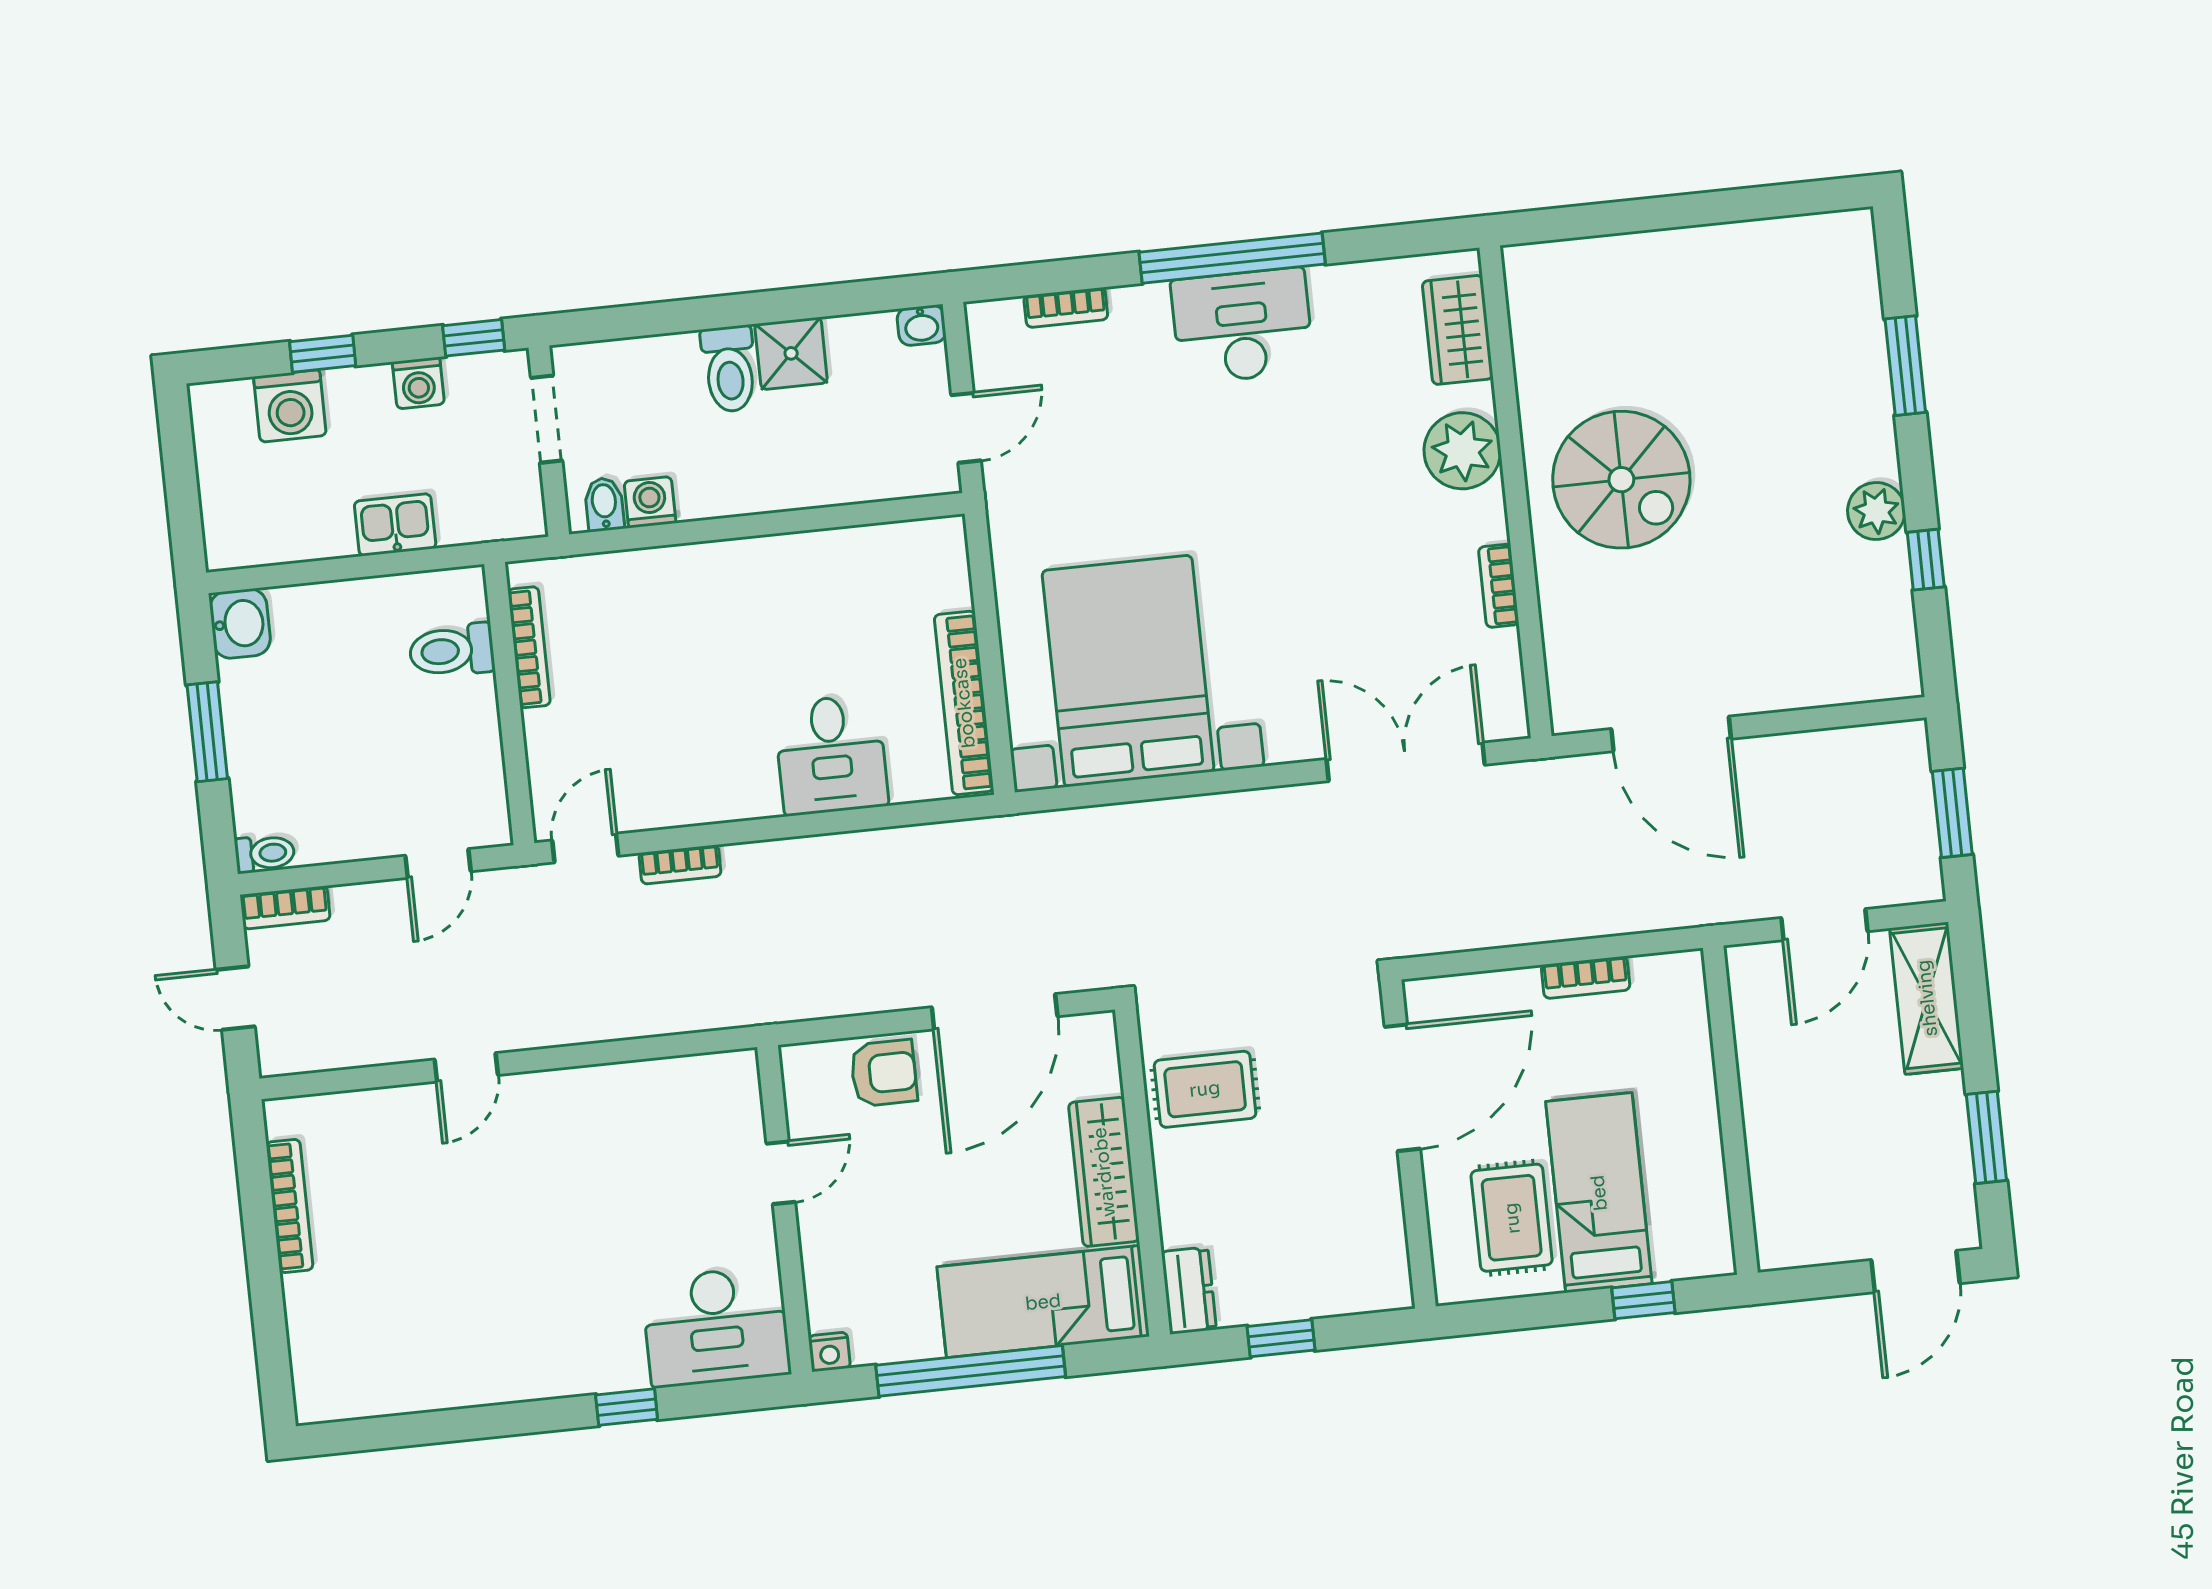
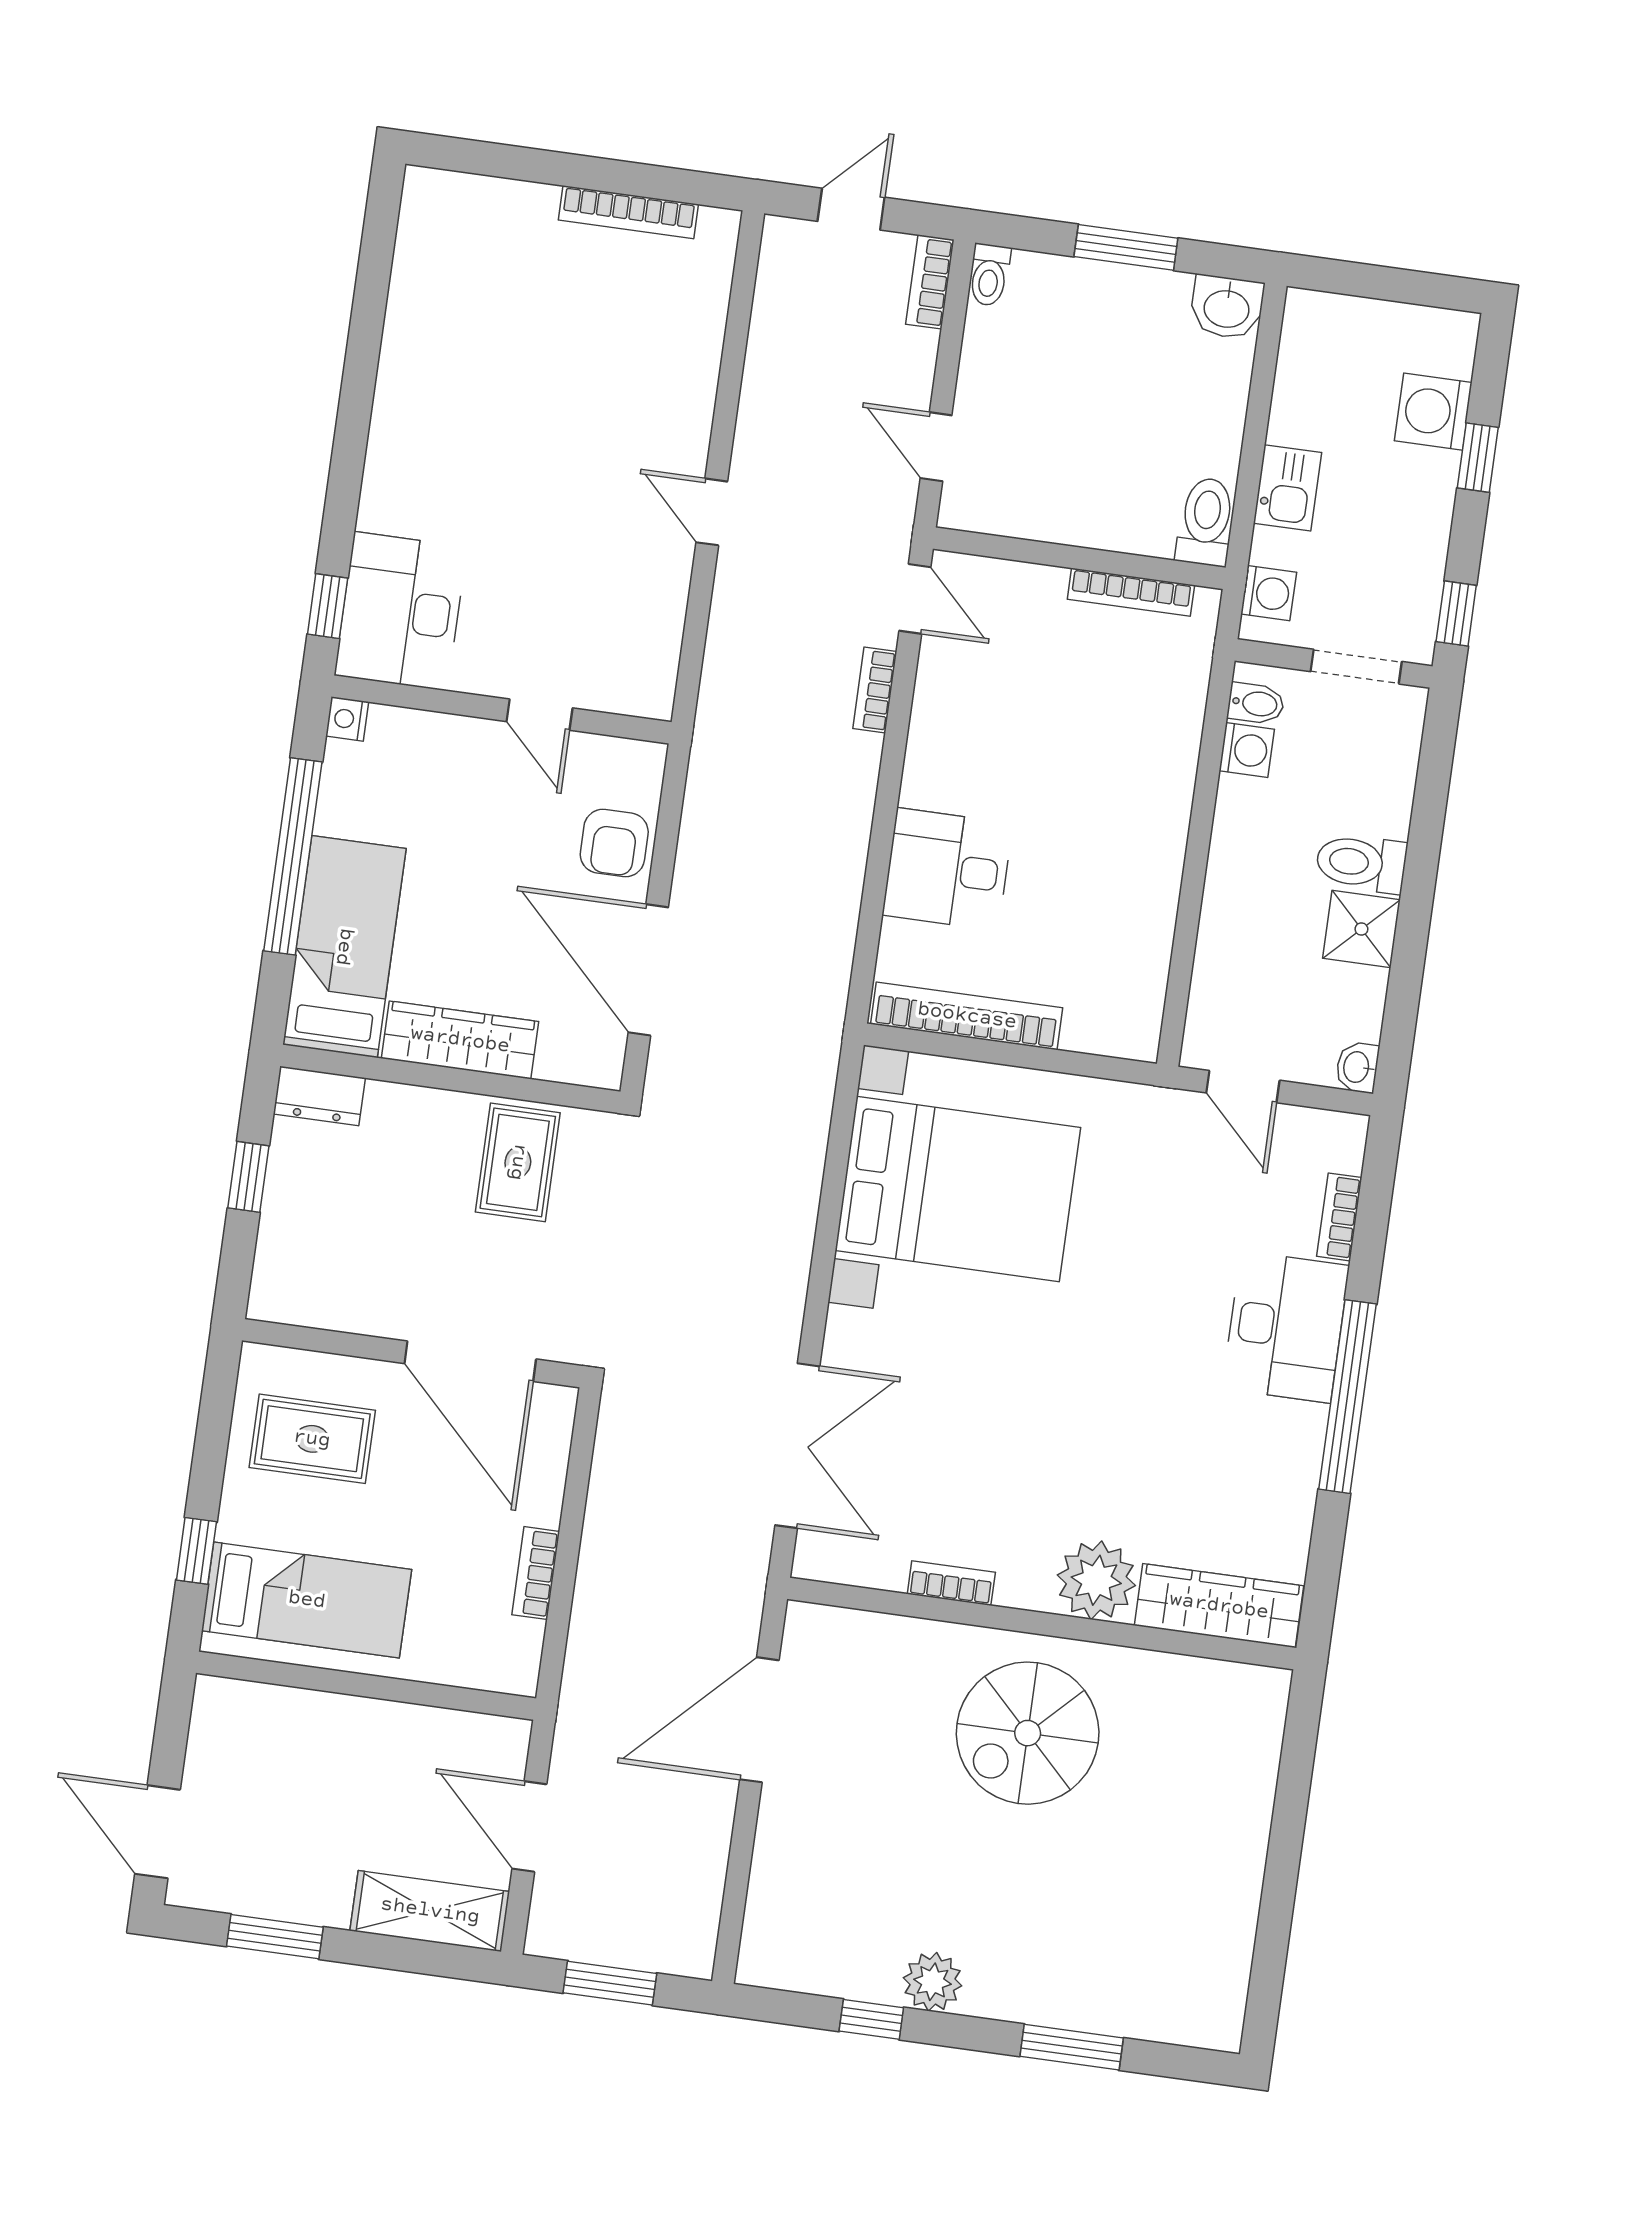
desk: (1242, 326) -> (1286, 1327), moved
wardrobe: (1458, 330) -> (1219, 1606), width x1.50
washing machine: (418, 383) -> (1269, 593), moved, turned 180
toilet: (452, 651) -> (1206, 522), moved
door: (466, 1067) -> (712, 512), moved
bed: (1599, 1193) -> (307, 1600), moved
window: (627, 1407) -> (328, 606), moved

